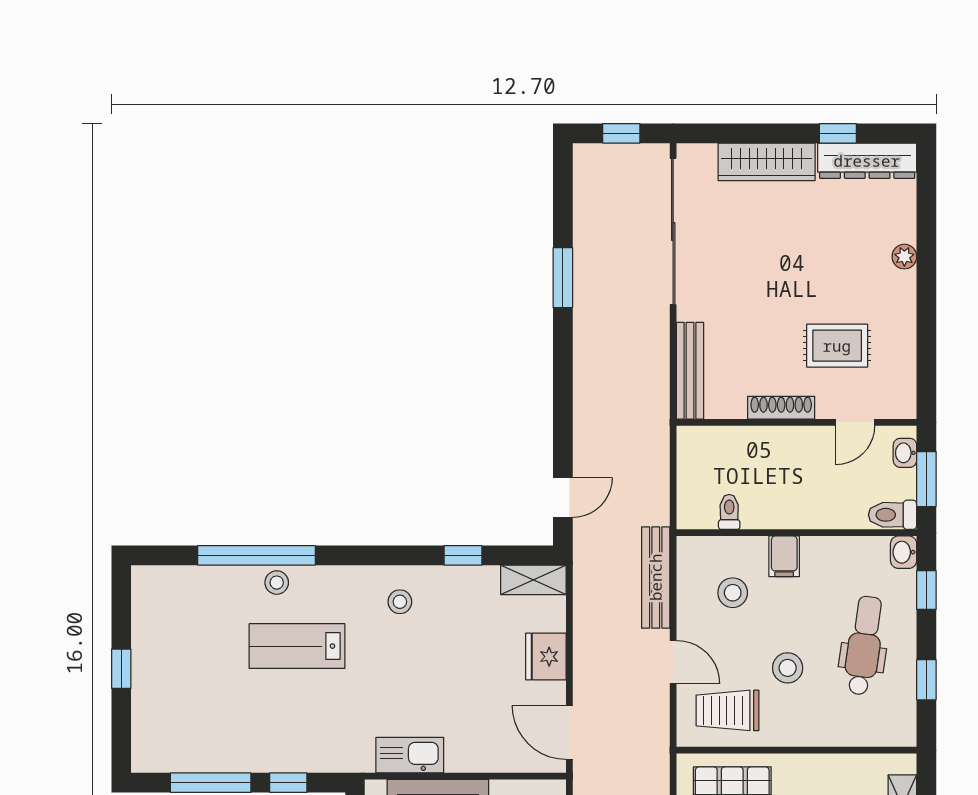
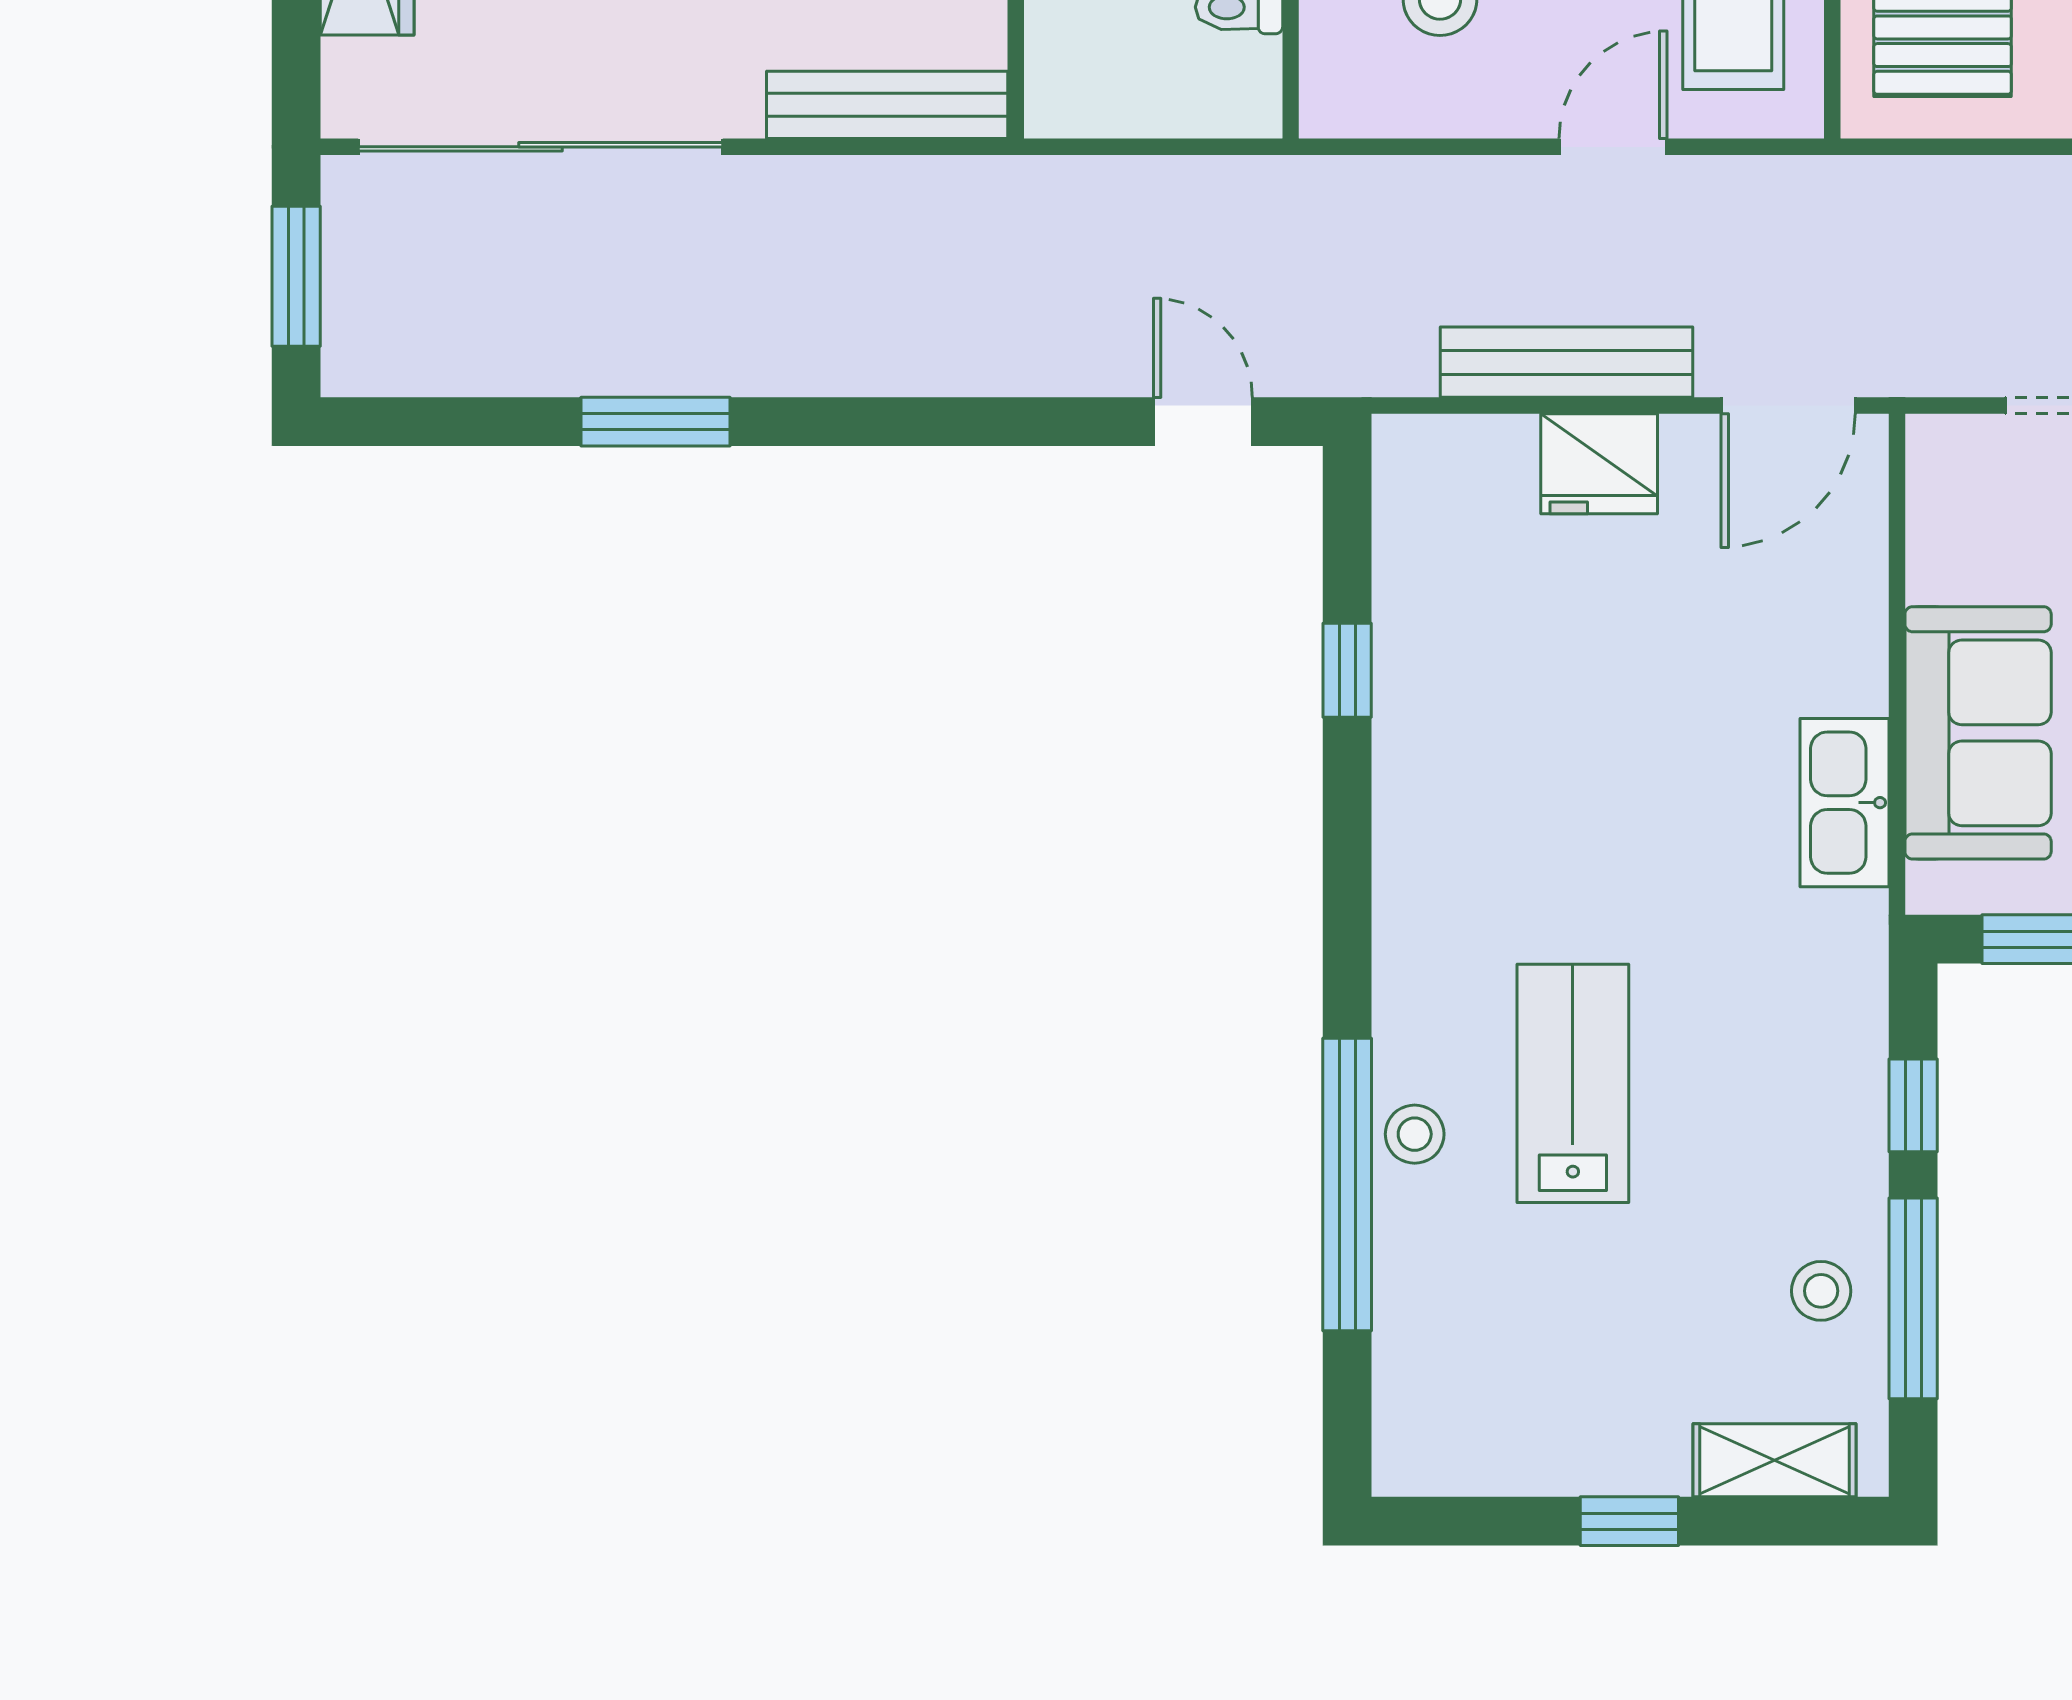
window: (621, 133) -> (296, 276), width x1.50
bench: (656, 577) -> (1567, 362), moved
shelving: (533, 580) -> (1774, 1460), moved, turned 90
stool: (400, 602) -> (1821, 1291), moved
lab bench: (297, 646) -> (1573, 1083), turned 180

